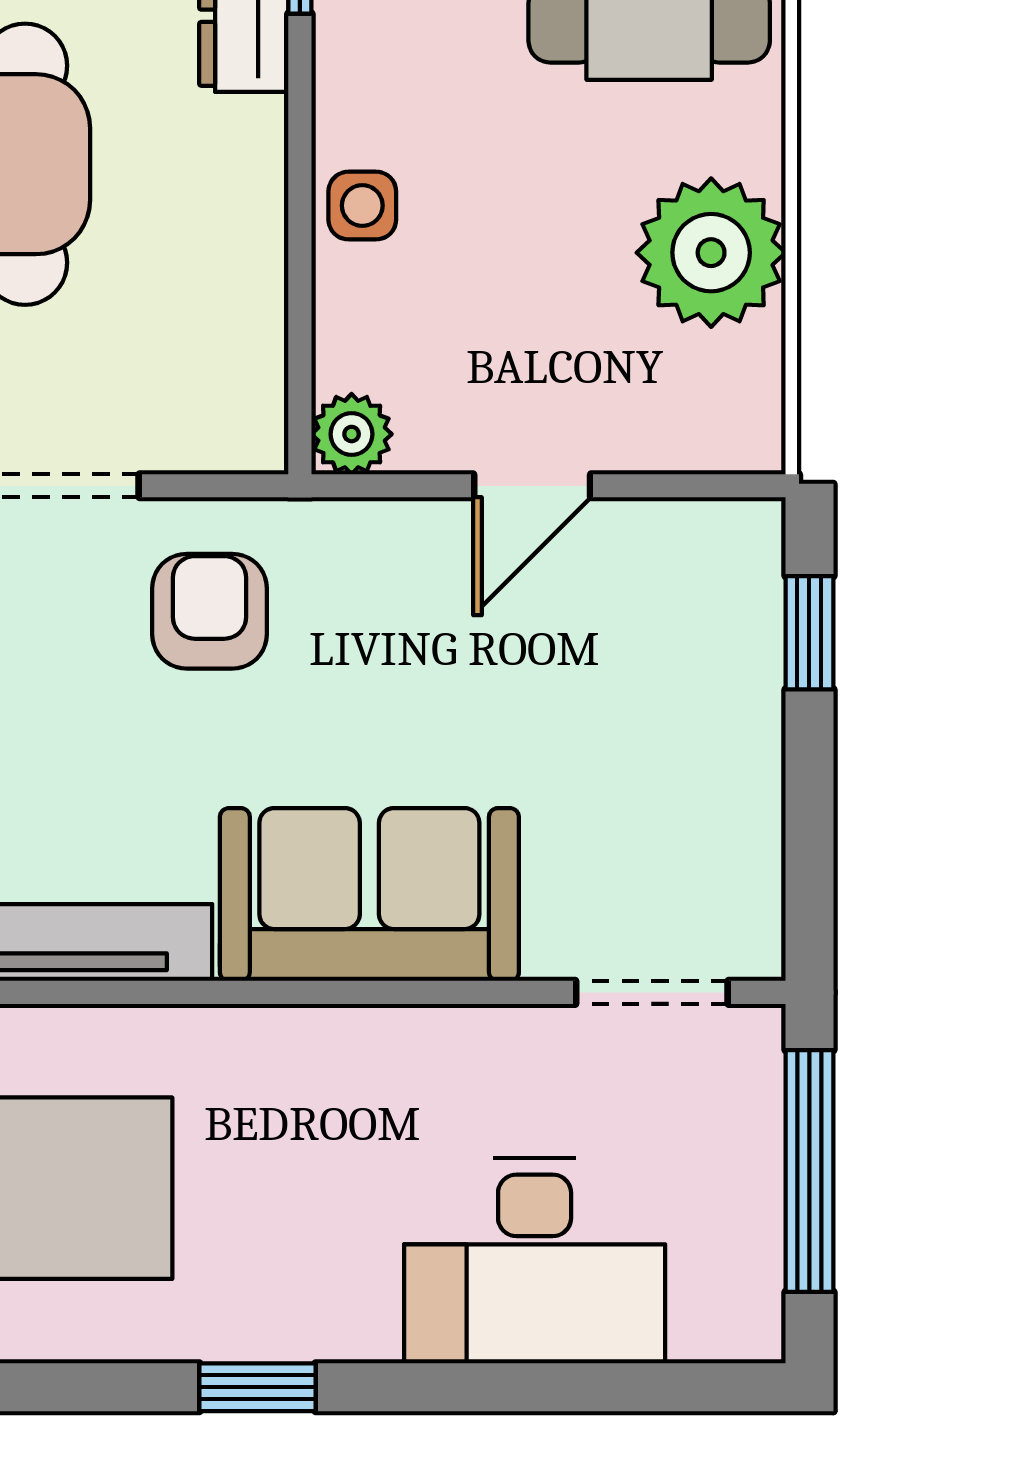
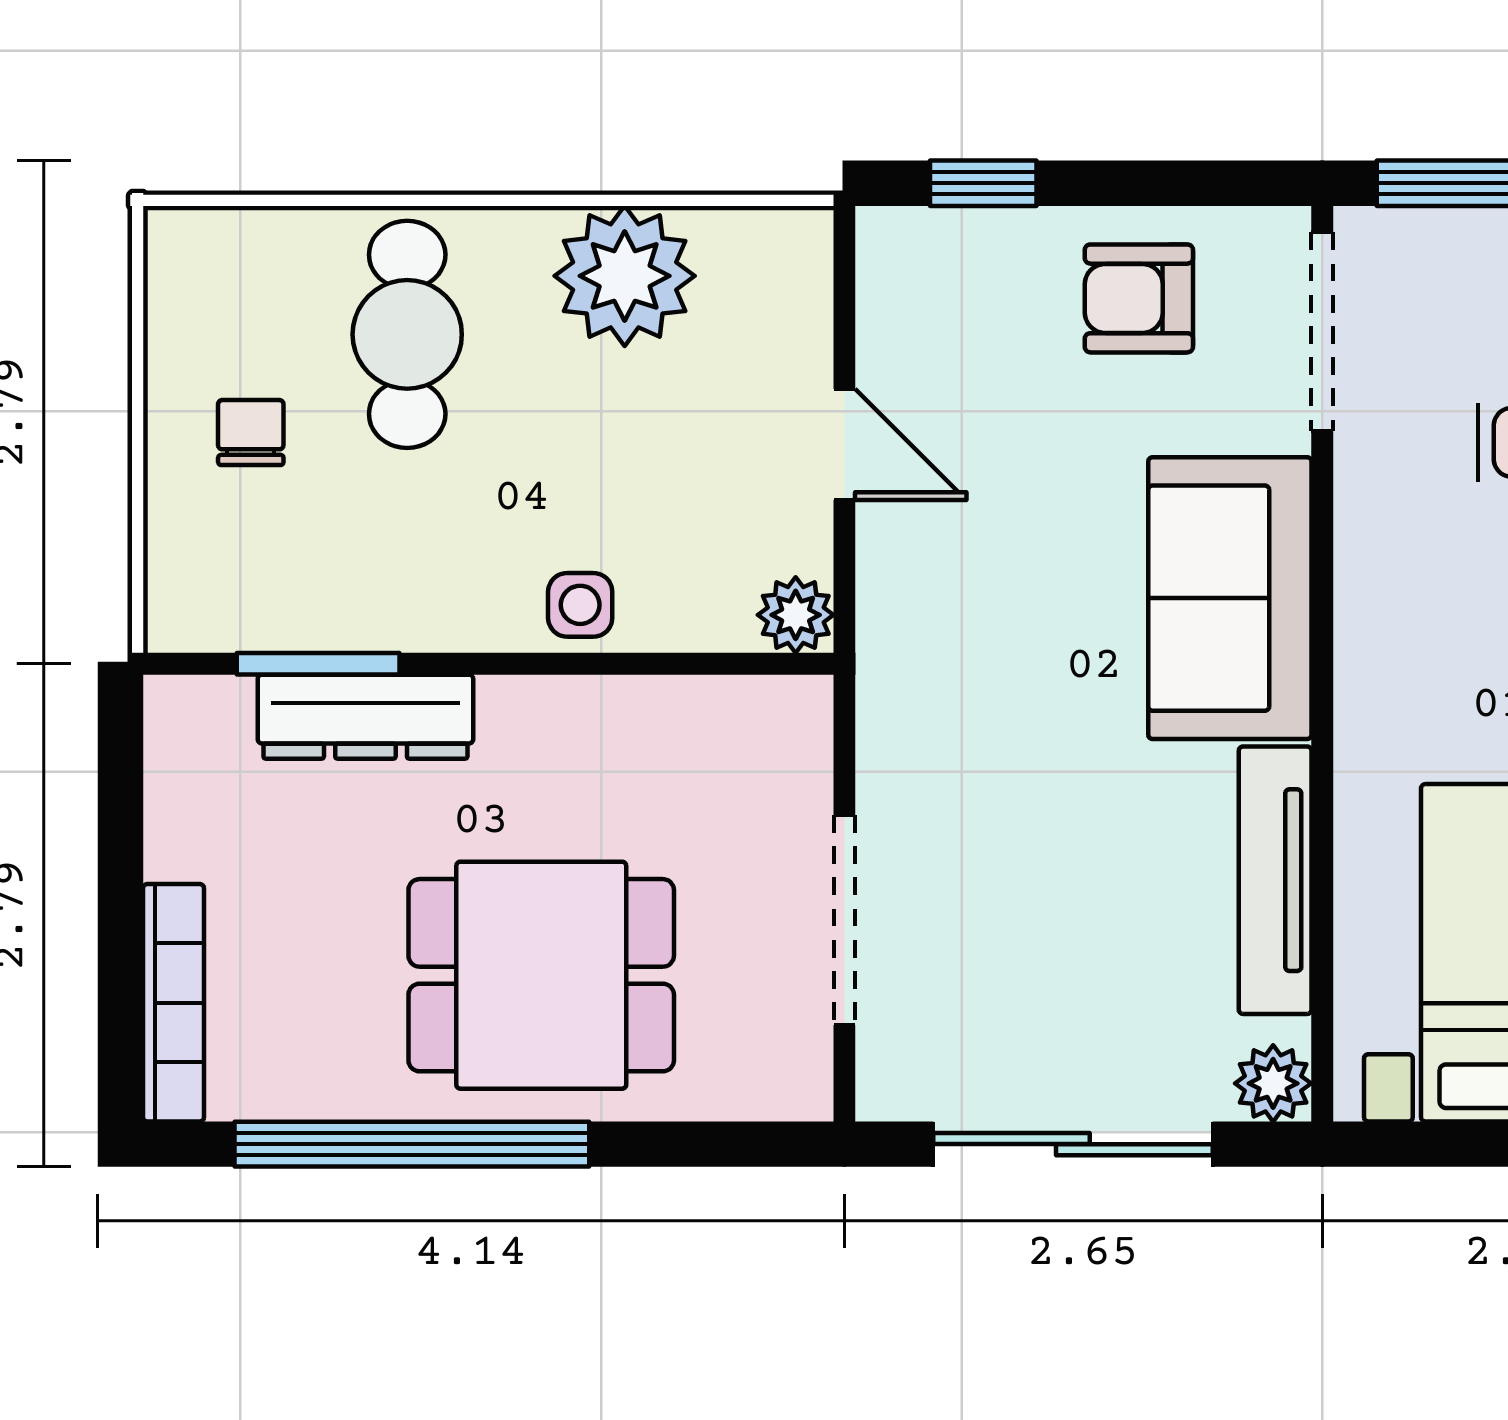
armchair: (209, 611) -> (1139, 298), moved
doorway: (652, 992) -> (1322, 332), width x1.38

